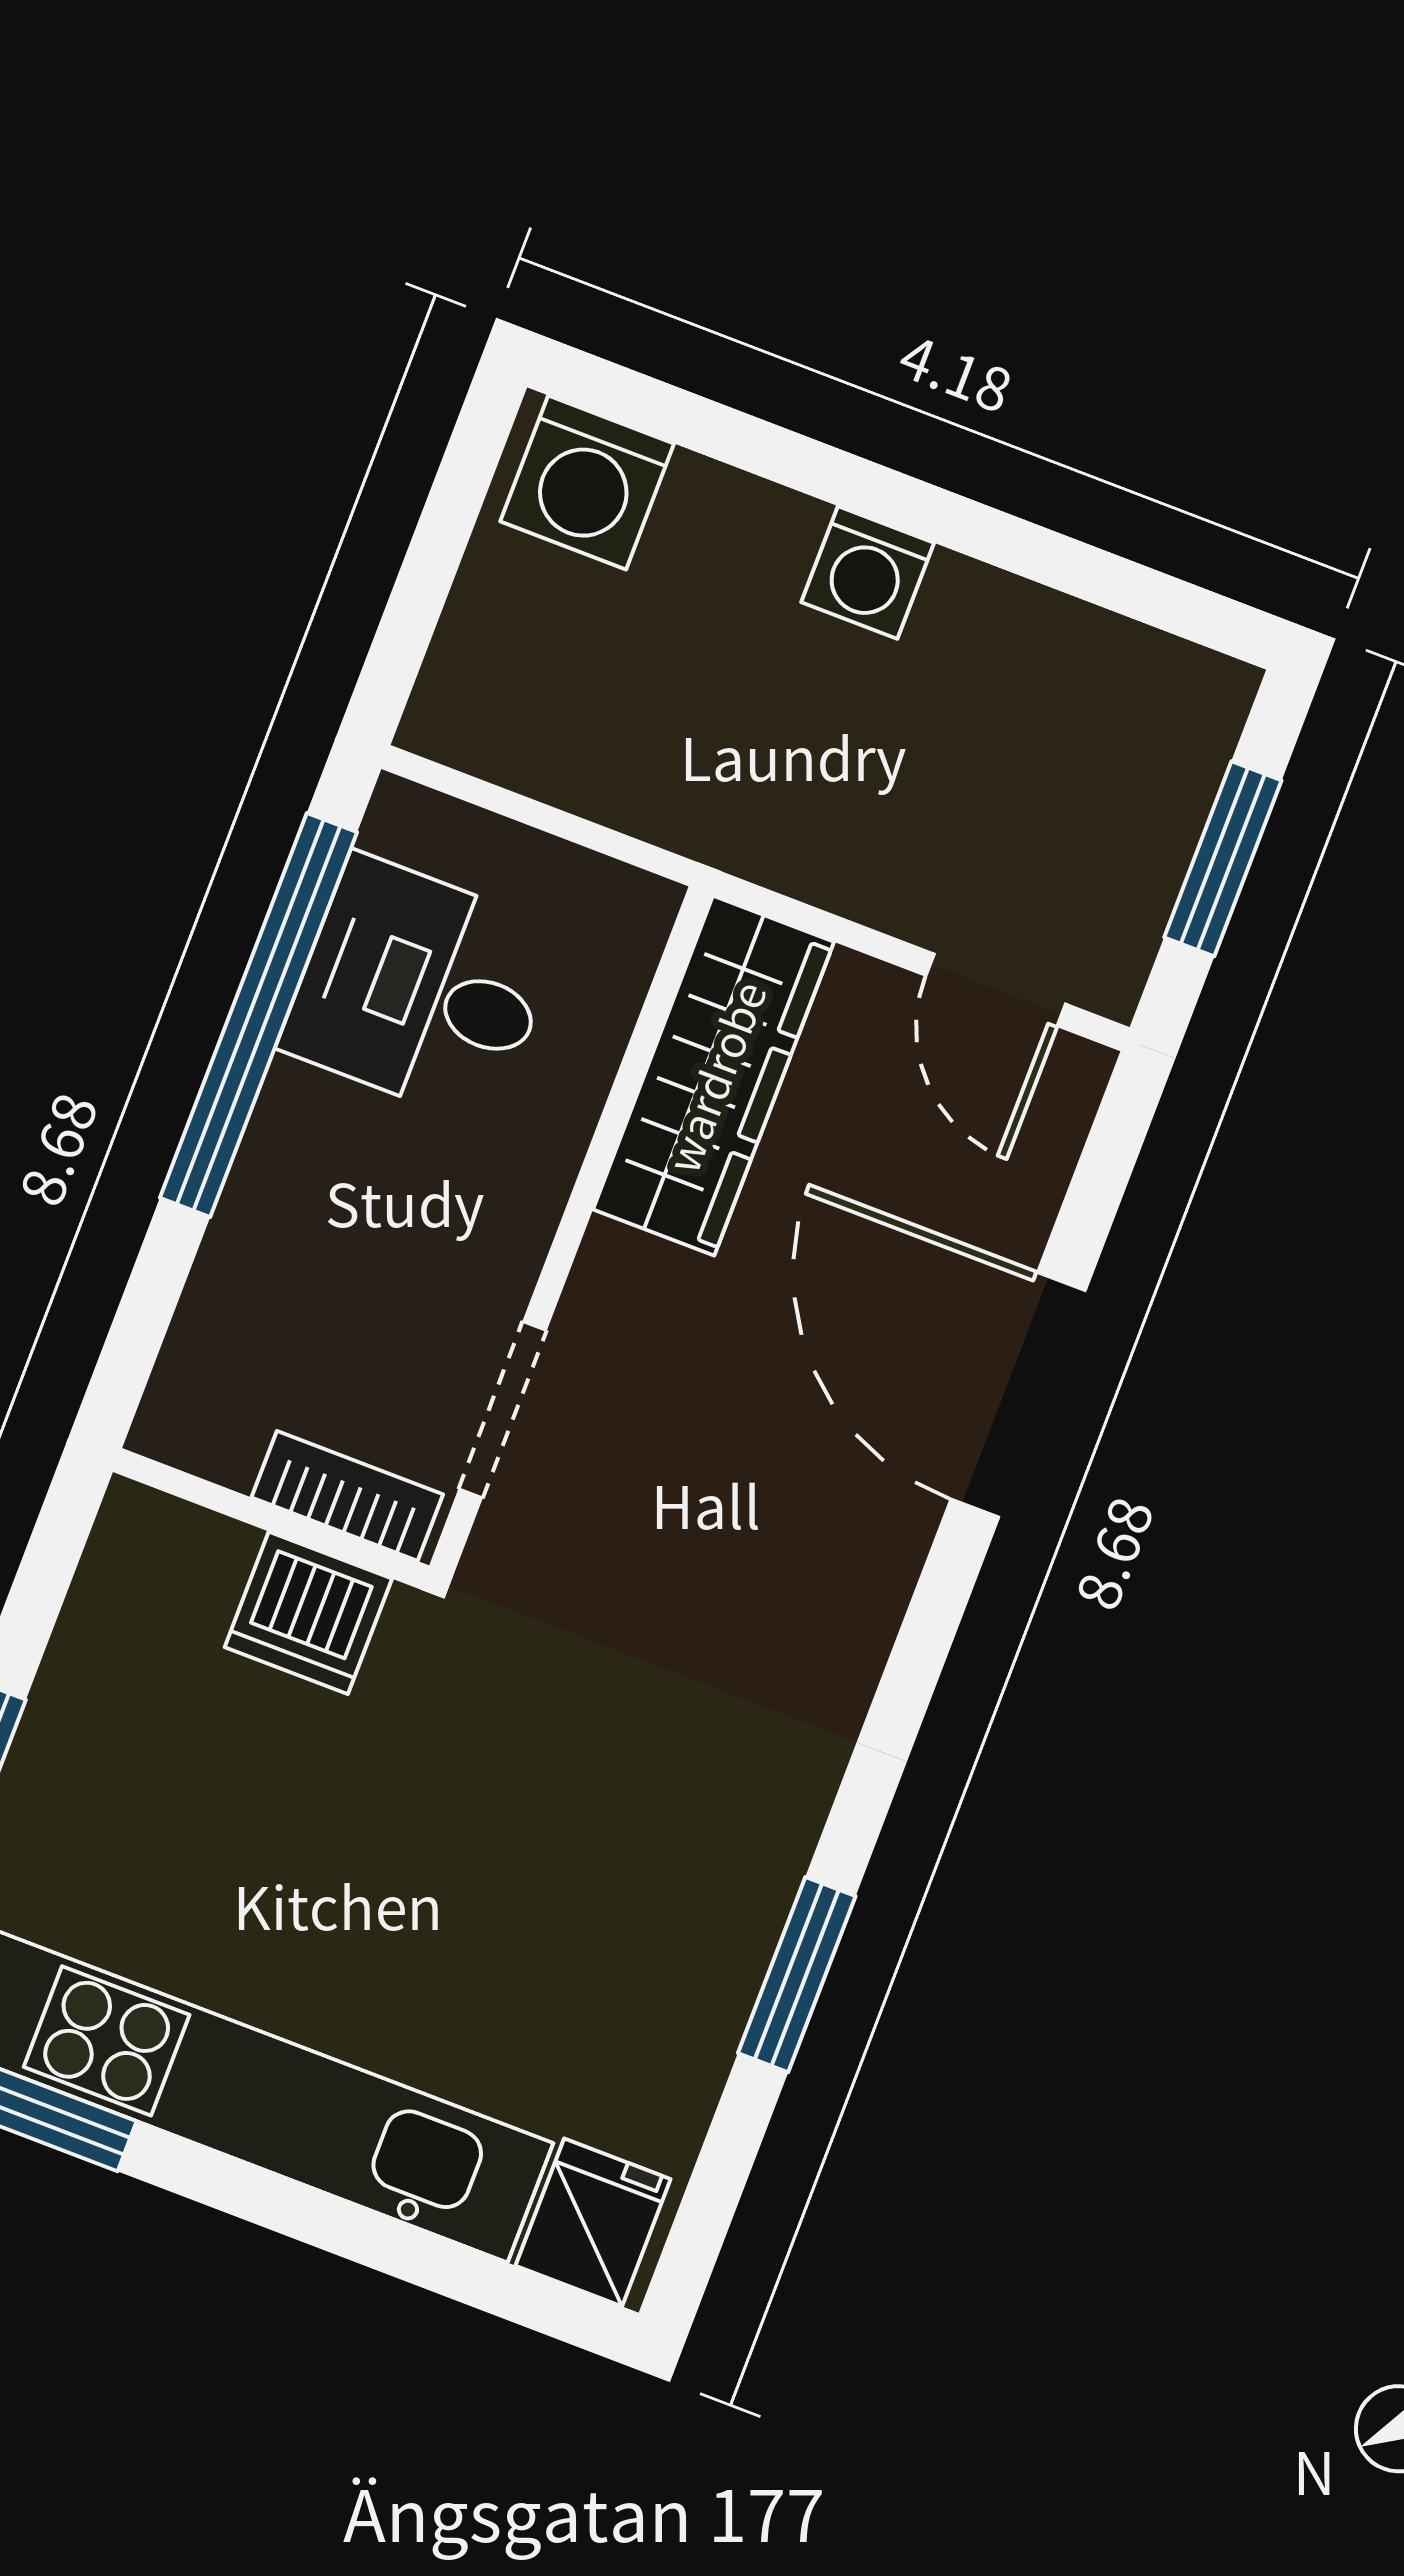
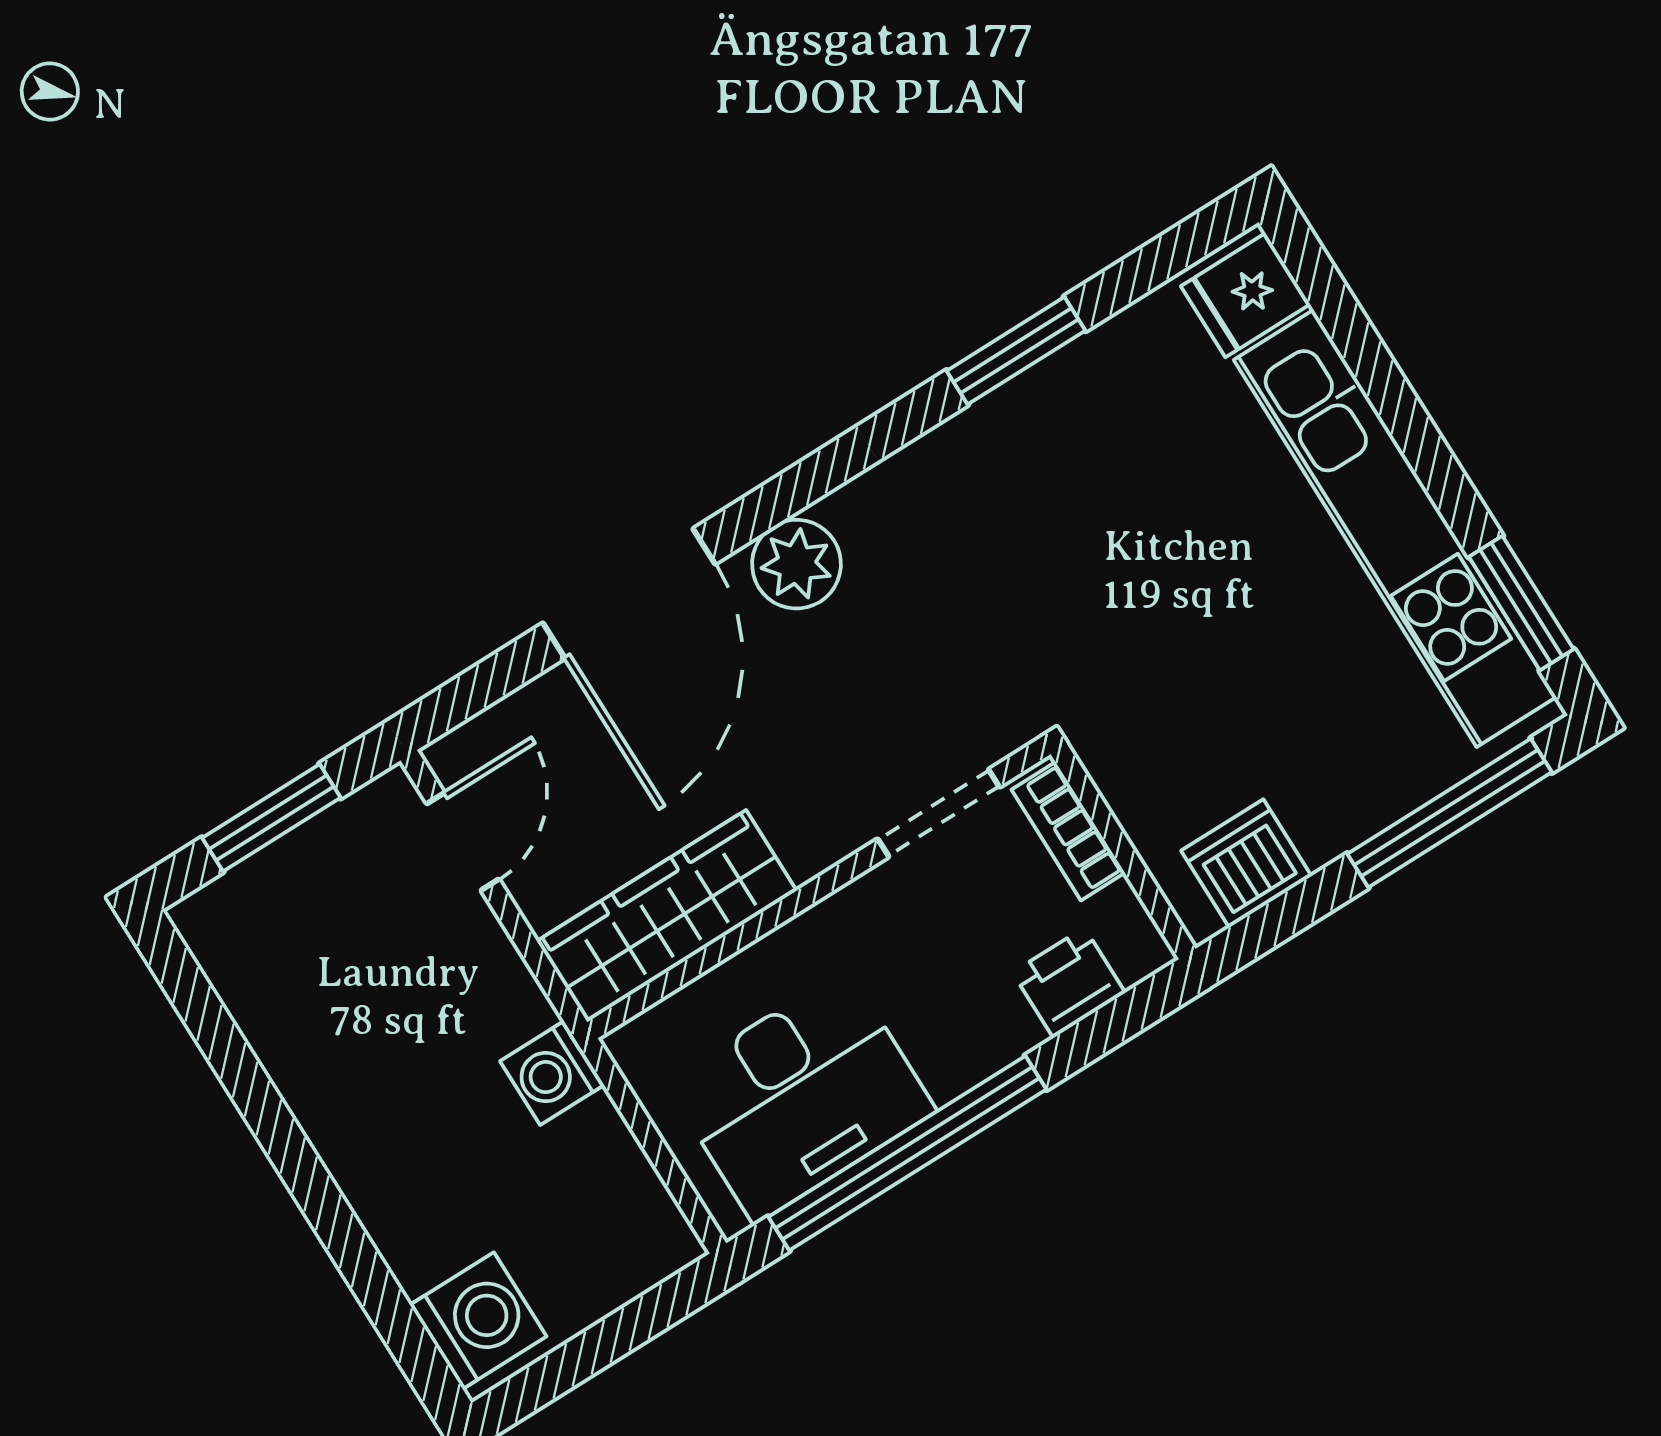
washing machine: (868, 572) -> (552, 1073), moved, turned 180
desk: (421, 989) -> (800, 1096), width x1.37
printer: (223, 1332) -> (1069, 983), added
plant: (860, 1563) -> (796, 564), added
dishwasher: (308, 1613) -> (1246, 863), moved, turned -90

